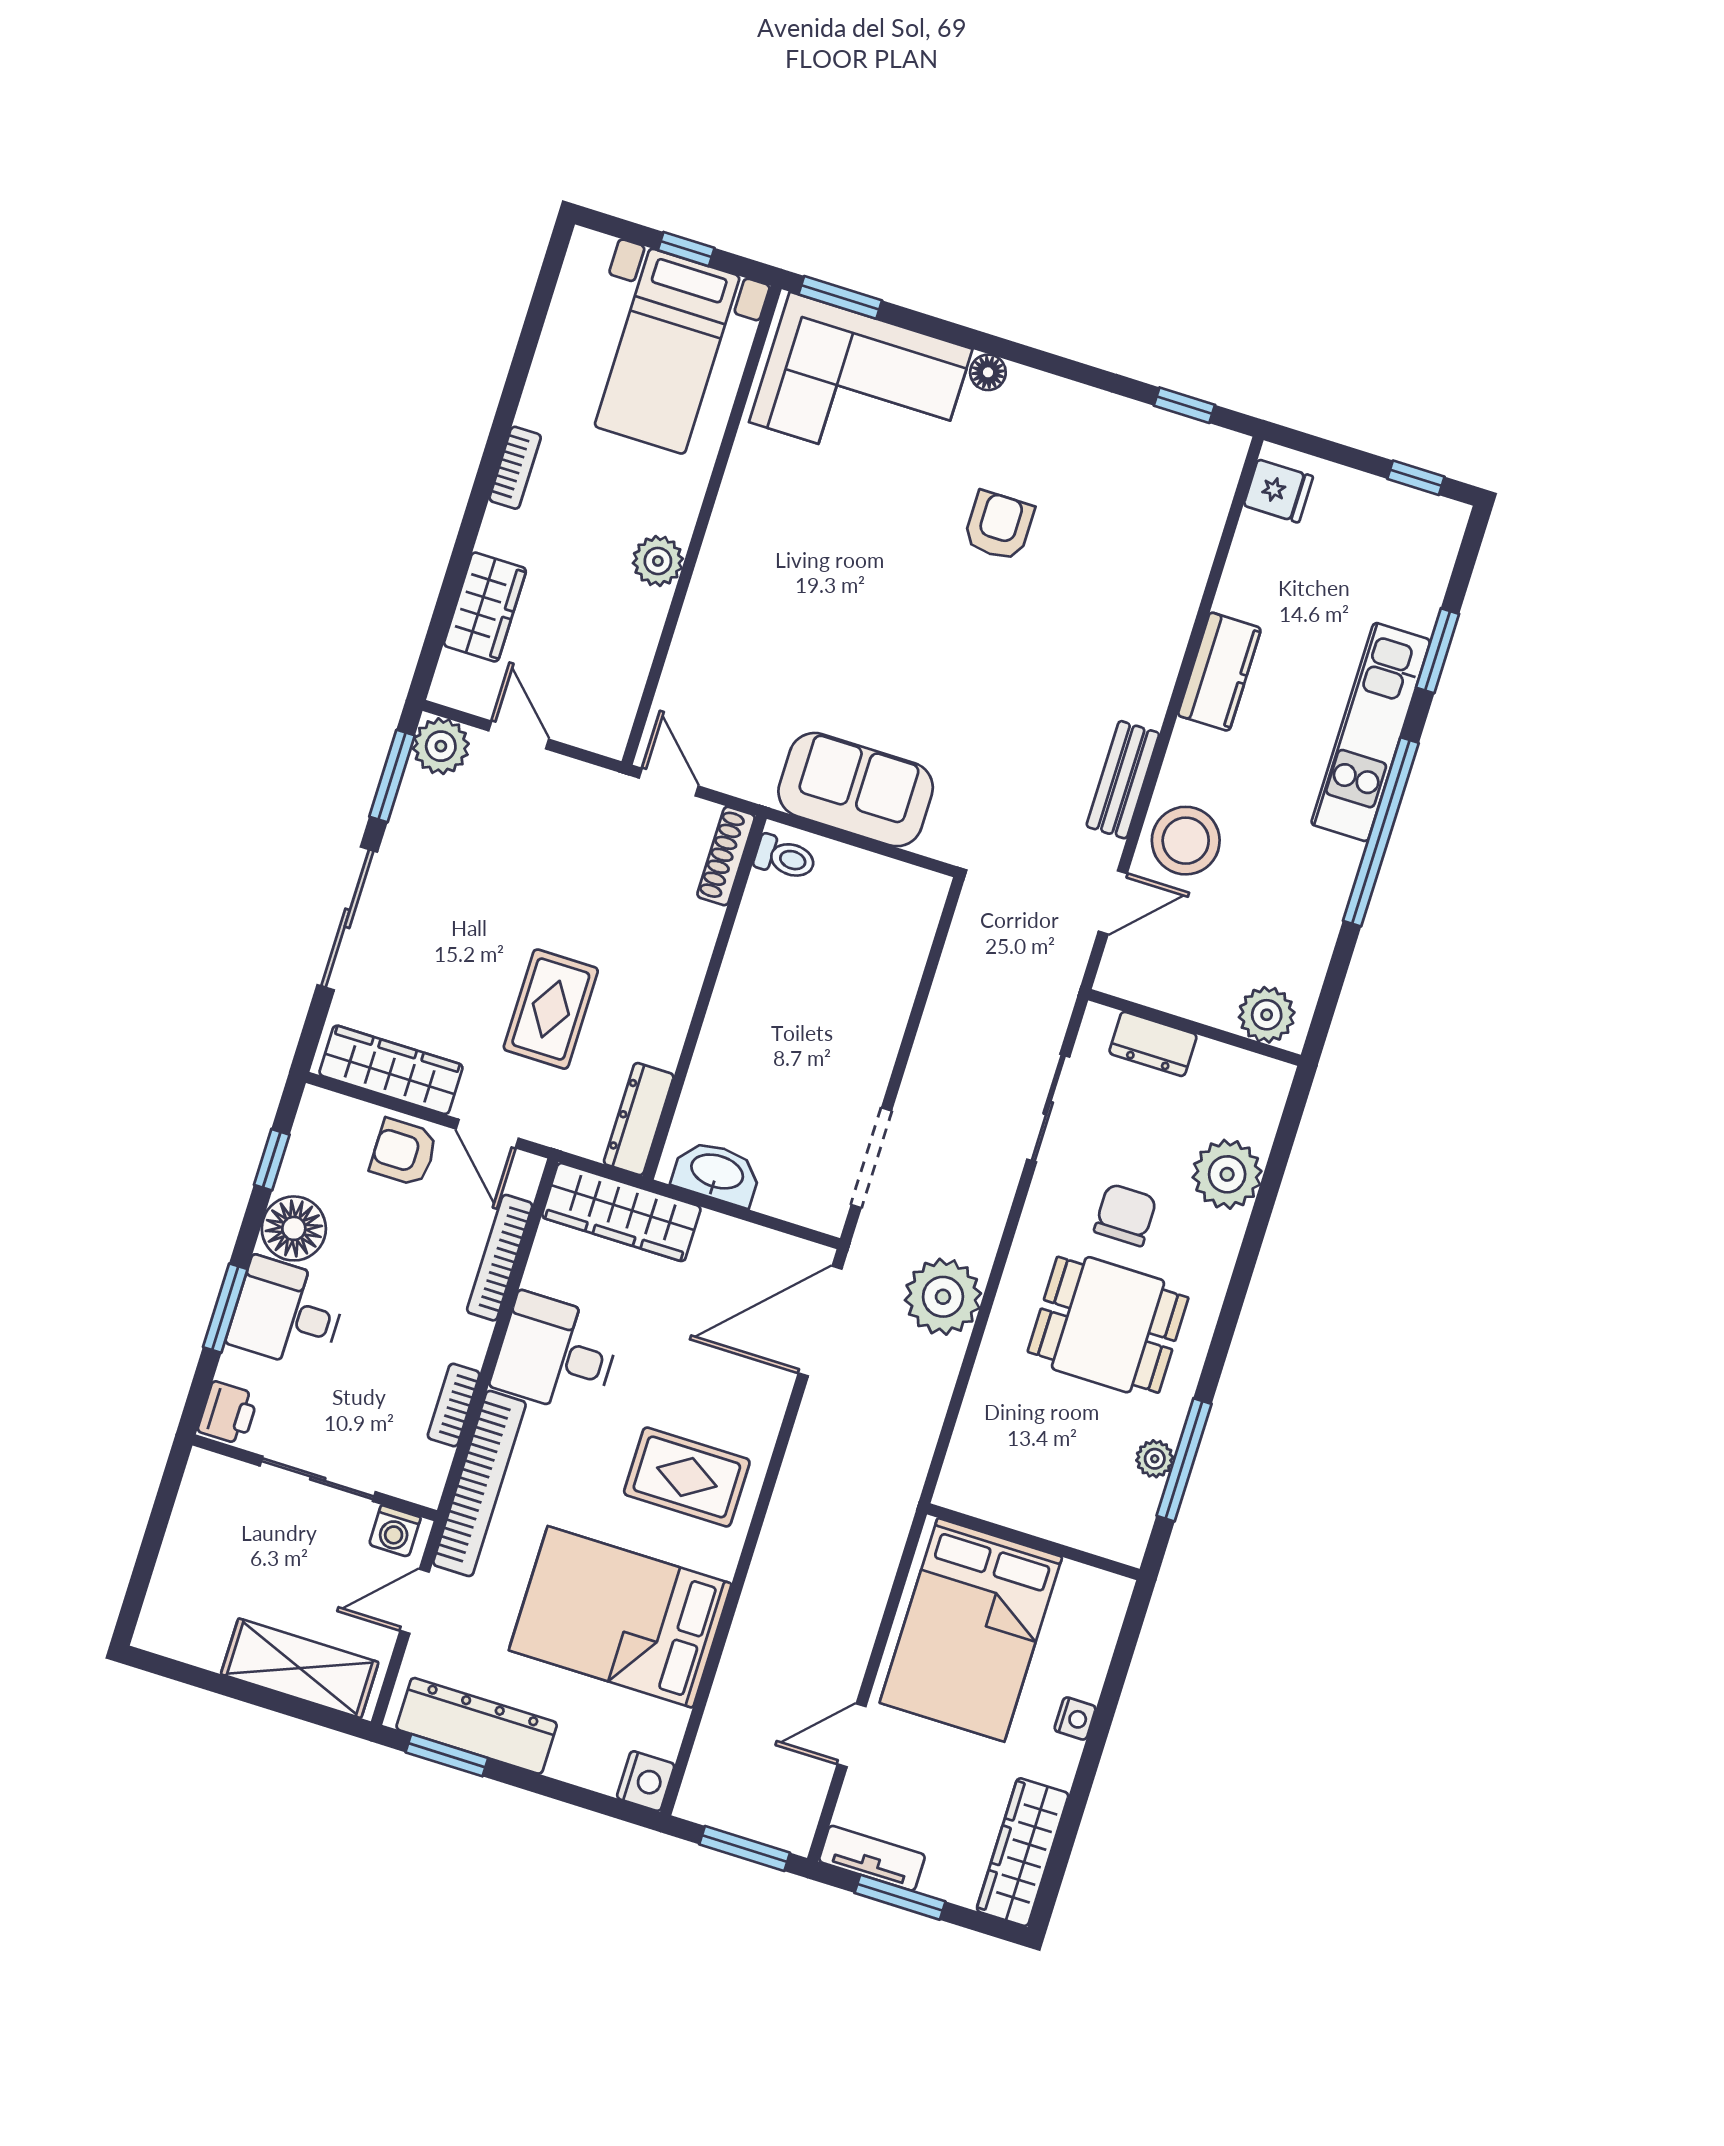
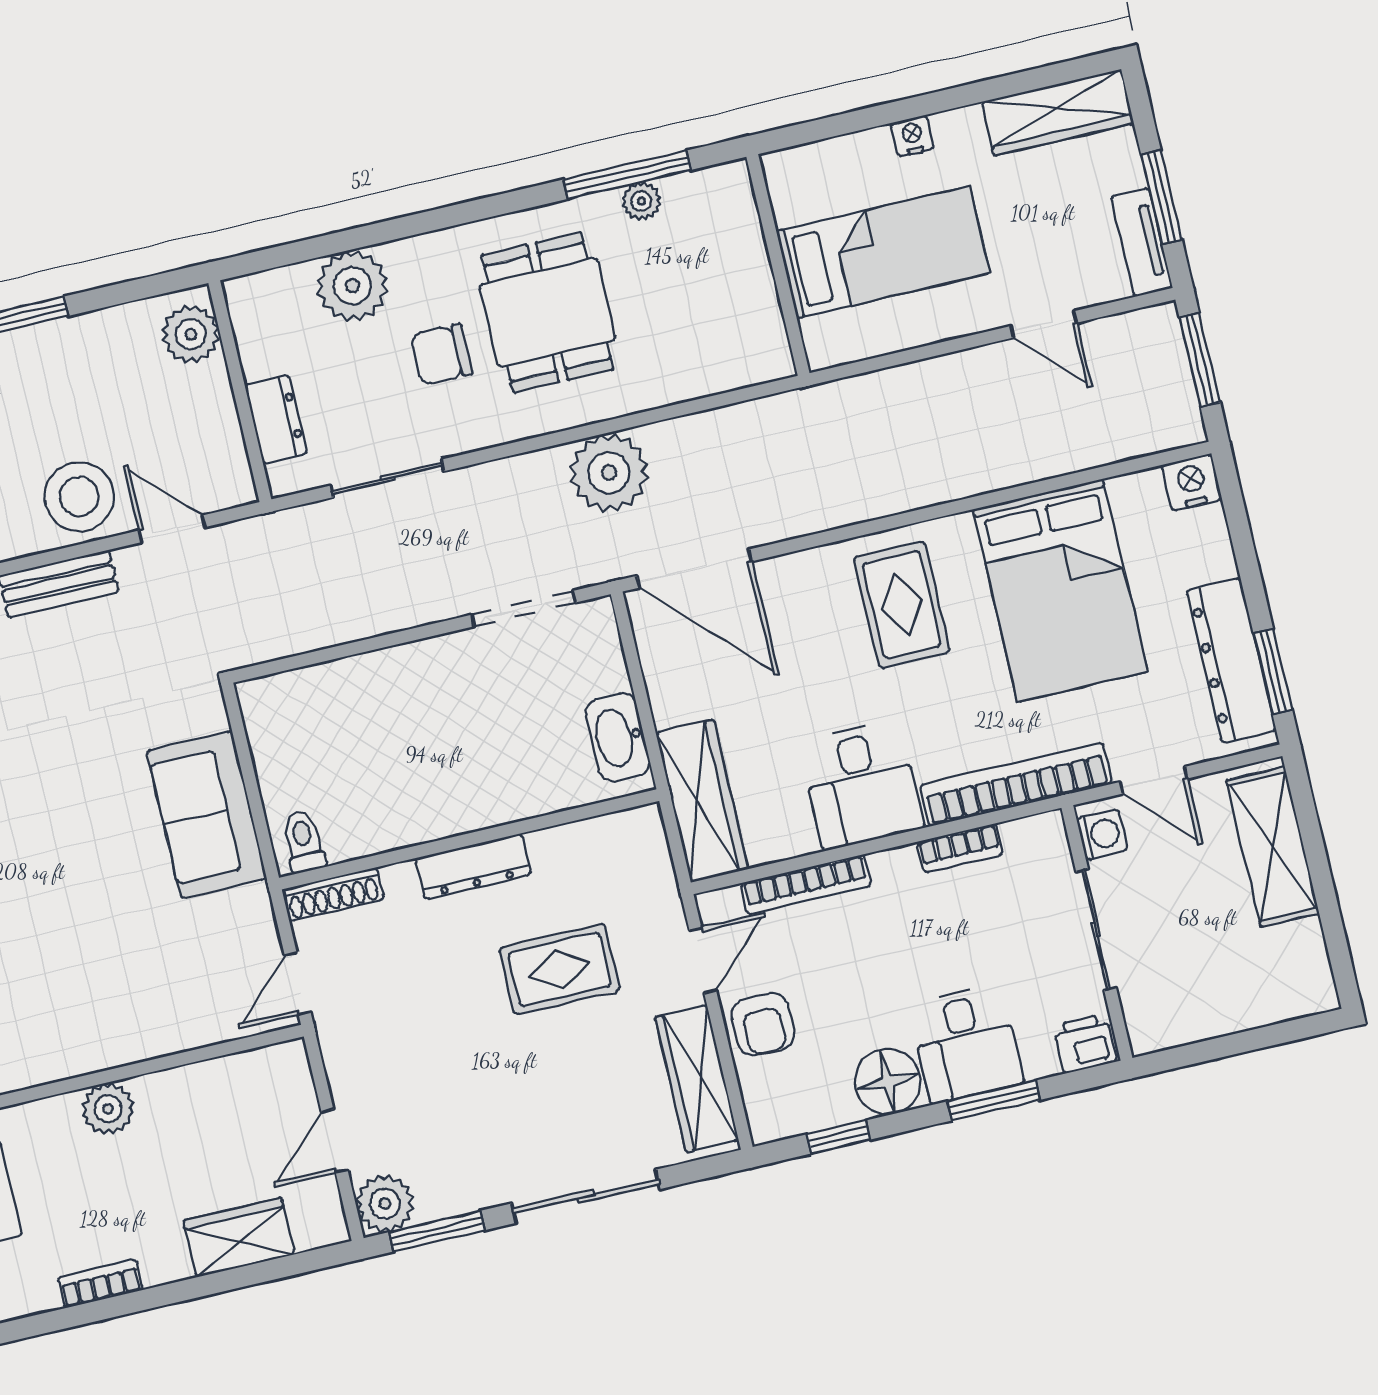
dresser: (639, 1119) -> (473, 866), moved
bed: (971, 1630) -> (883, 252), width x0.67

